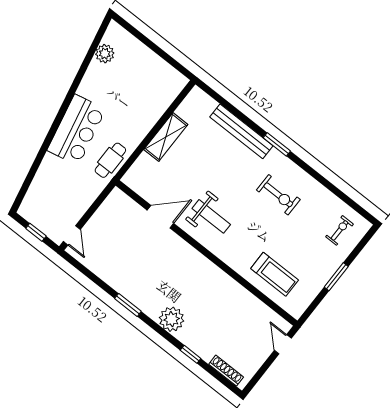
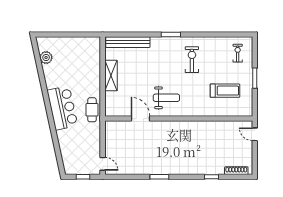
bench: (241, 131) -> (128, 42), moved
exercise bike: (278, 195) -> (192, 60), turned -90
door: (160, 217) -> (140, 119), hinge flipped
treadmill: (275, 274) -> (225, 91), moved
plant: (172, 319) -> (188, 166), removed

